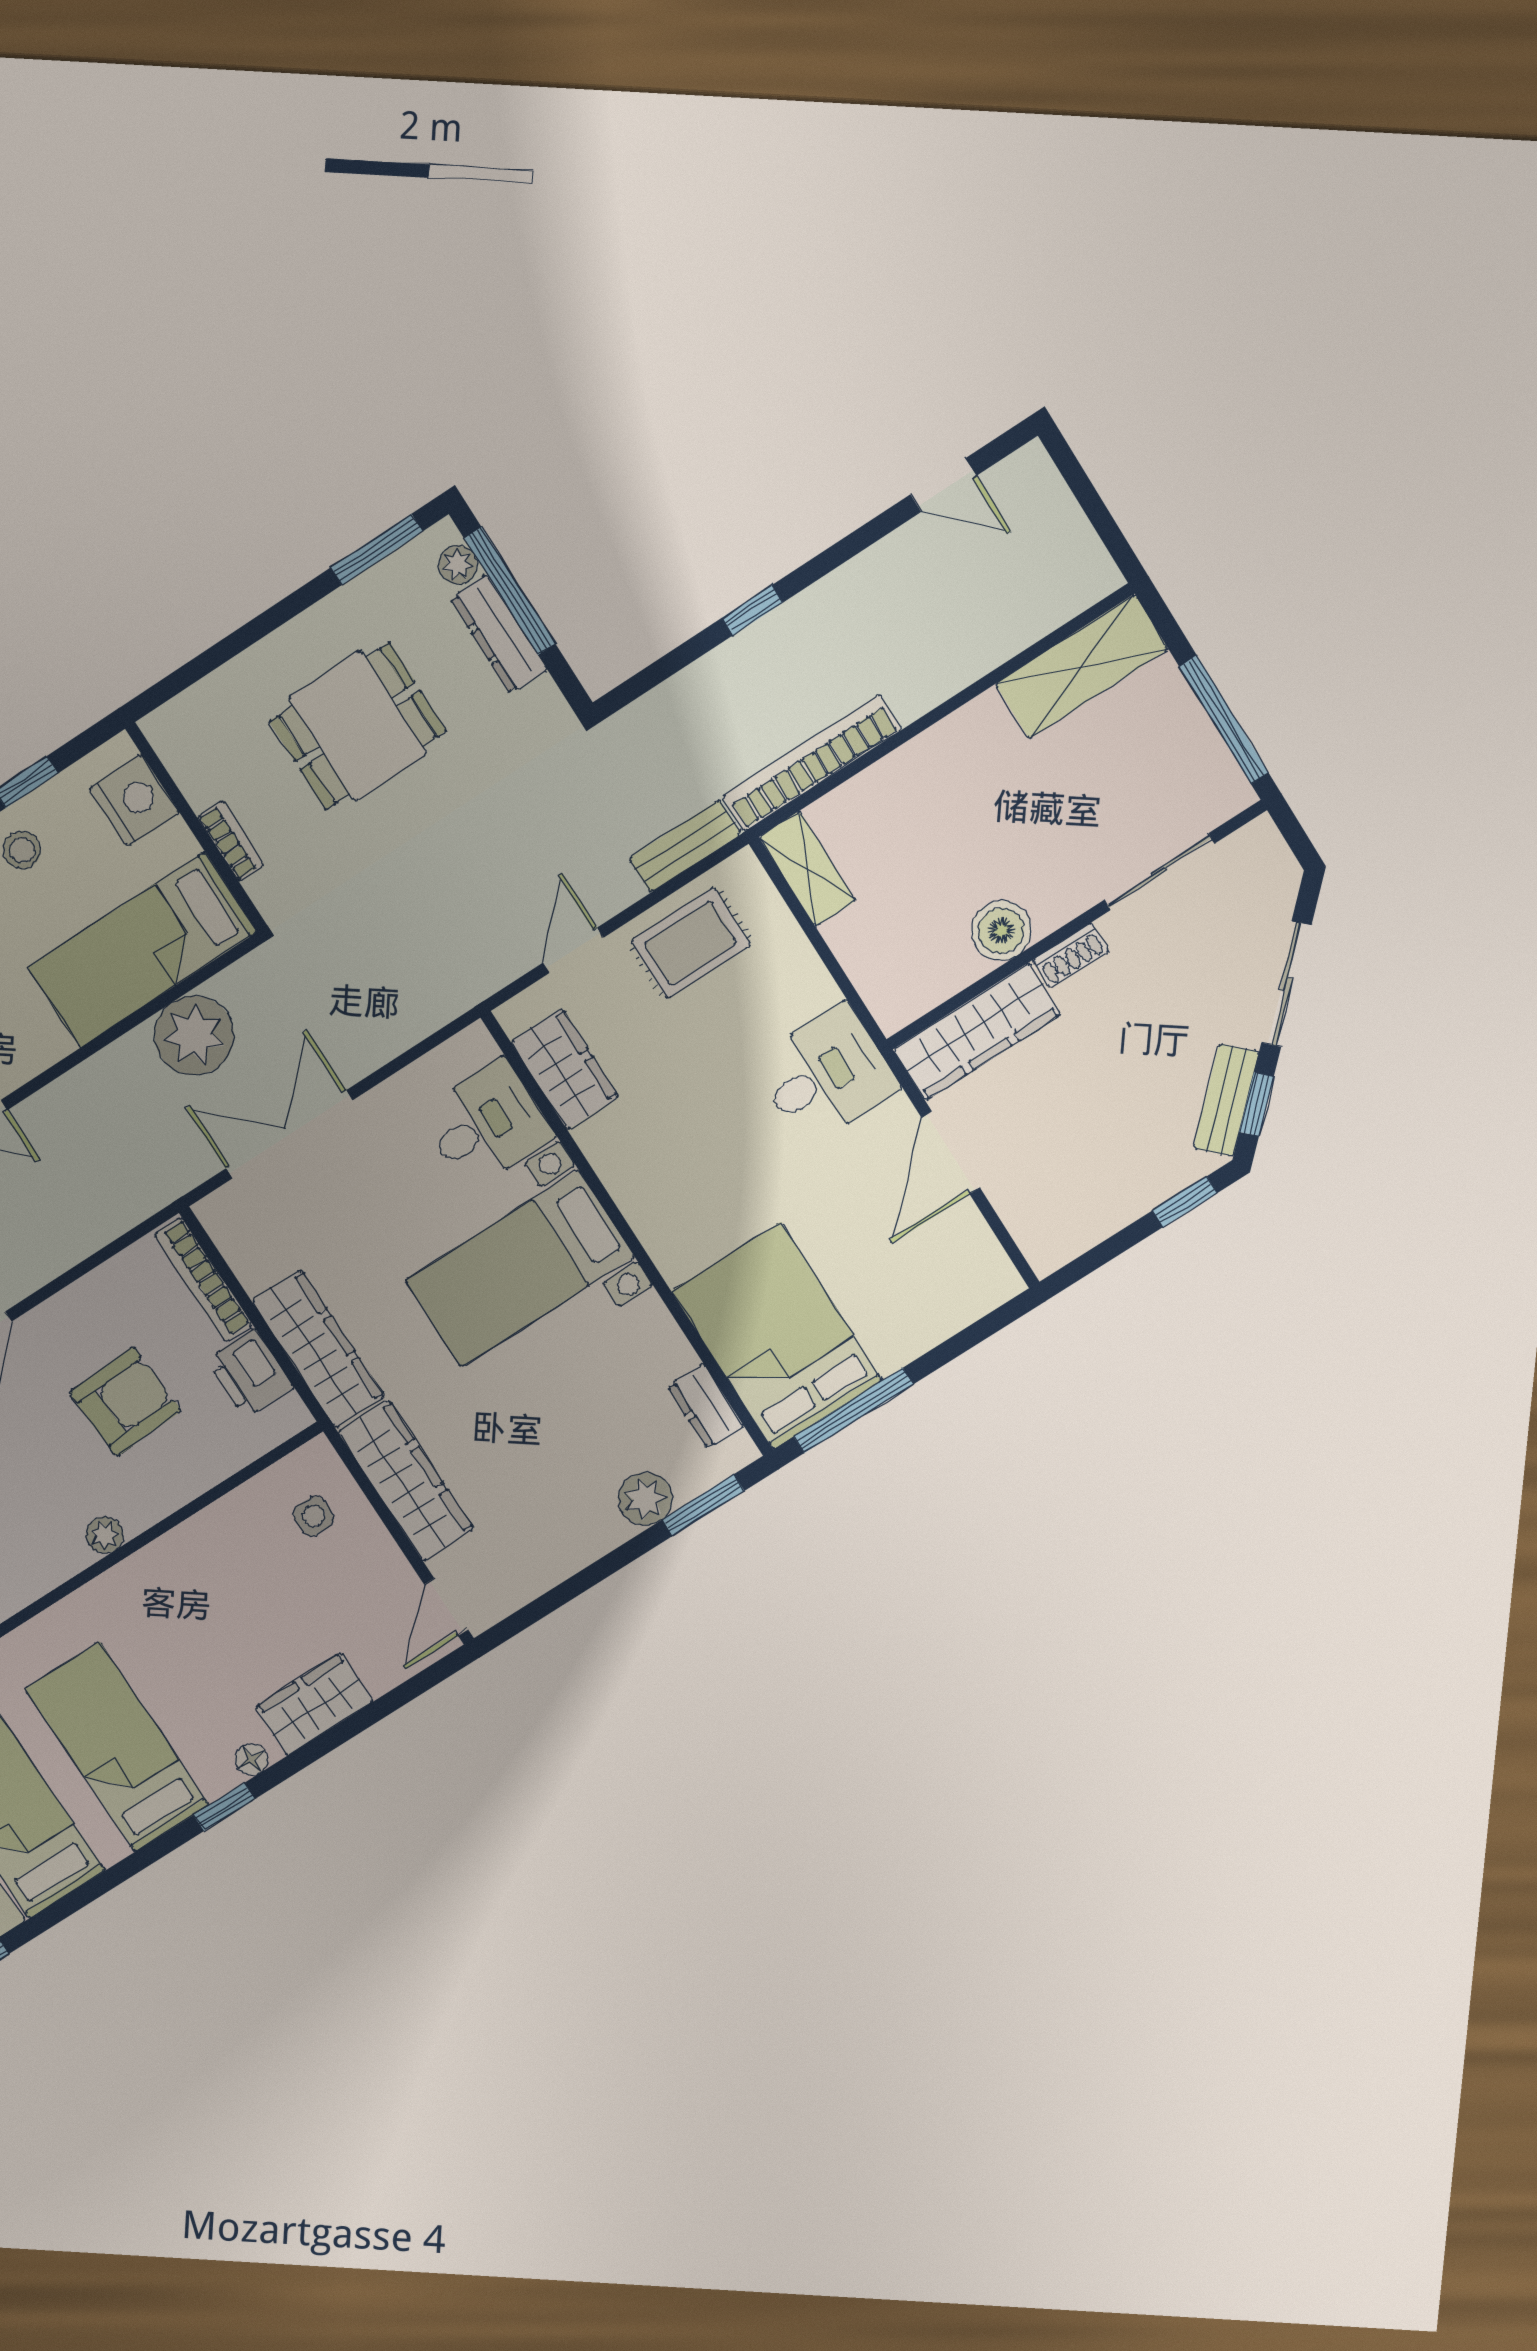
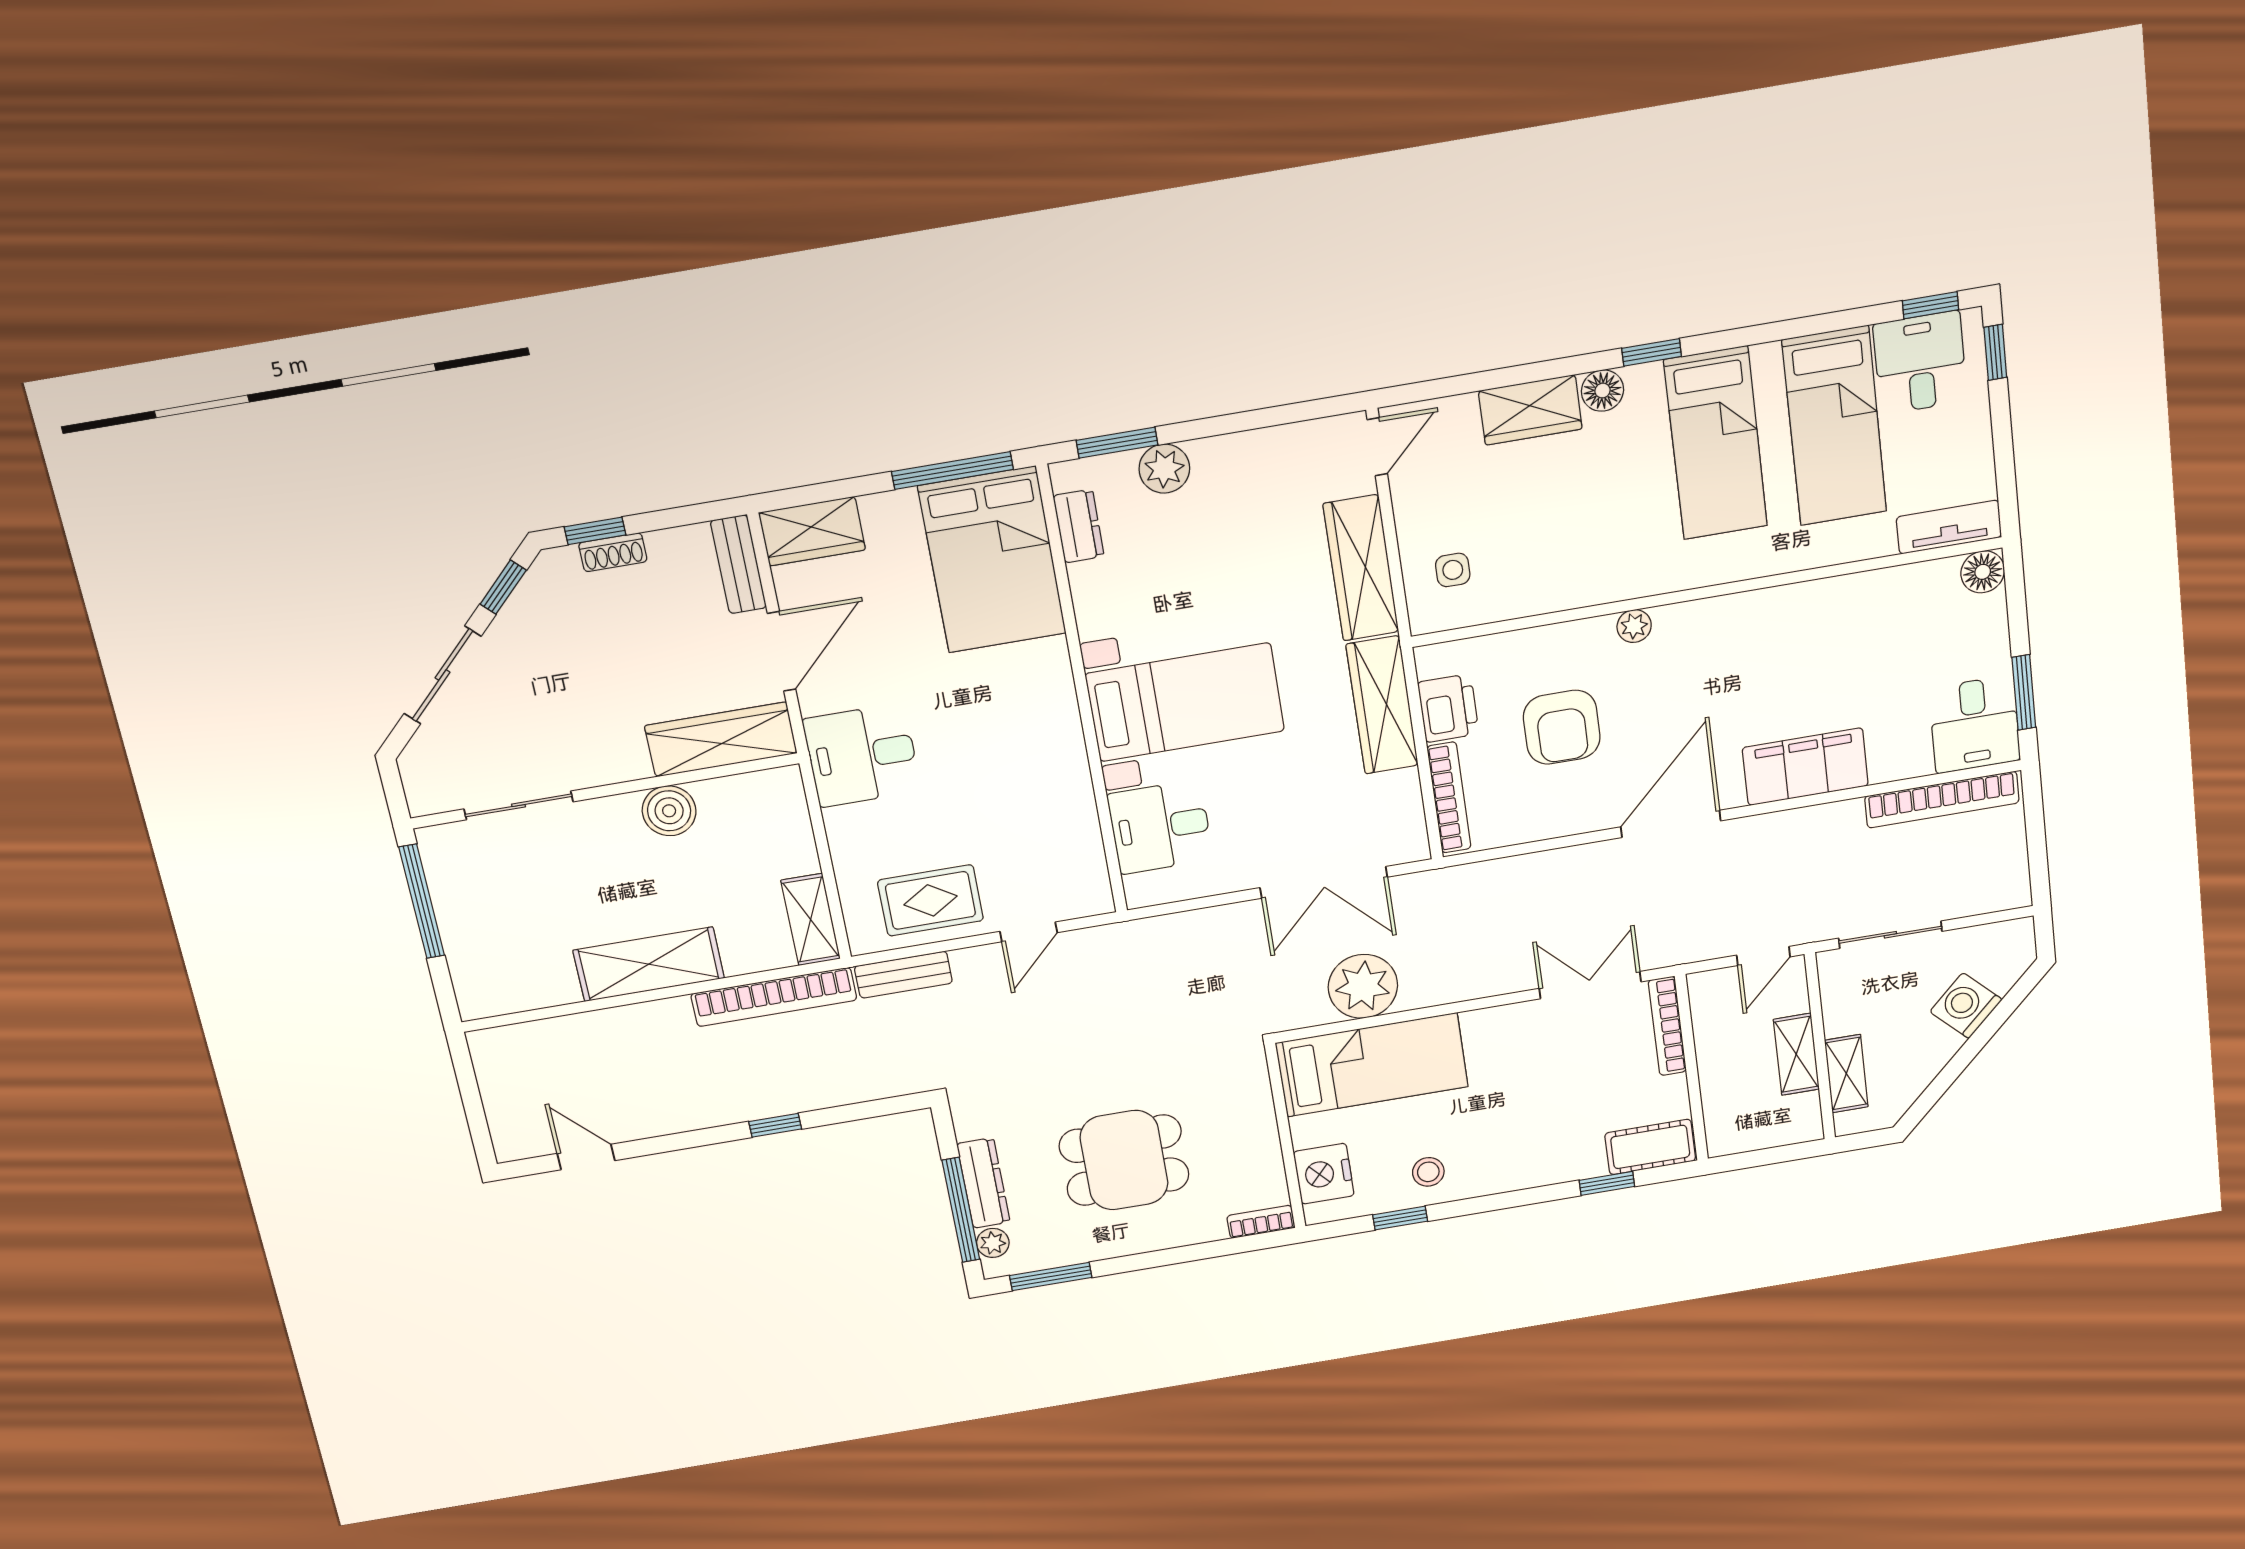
shelving: (1082, 667) -> (649, 964), moved
bookcase: (231, 841) -> (1261, 1222), moved, turned 90
shoe rack: (1071, 955) -> (613, 552), moved, turned 180
wardrobe: (565, 1069) -> (812, 531), moved, turned -90
bench: (1226, 1100) -> (738, 564), moved, turned -45
armchair: (125, 1402) -> (1562, 727), turned -87
floor lamp: (251, 1760) -> (1602, 391), width x1.37, depth x1.37

